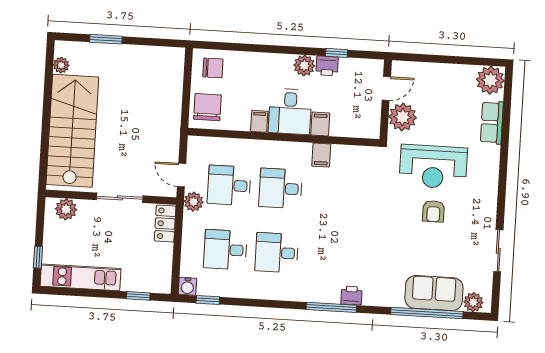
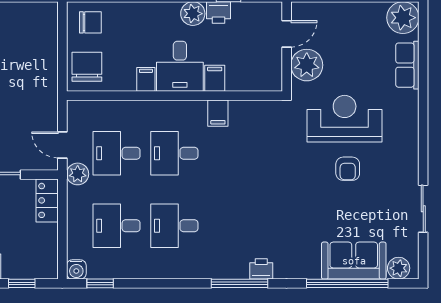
reception desk: (433, 167) -> (345, 119), turned 180

